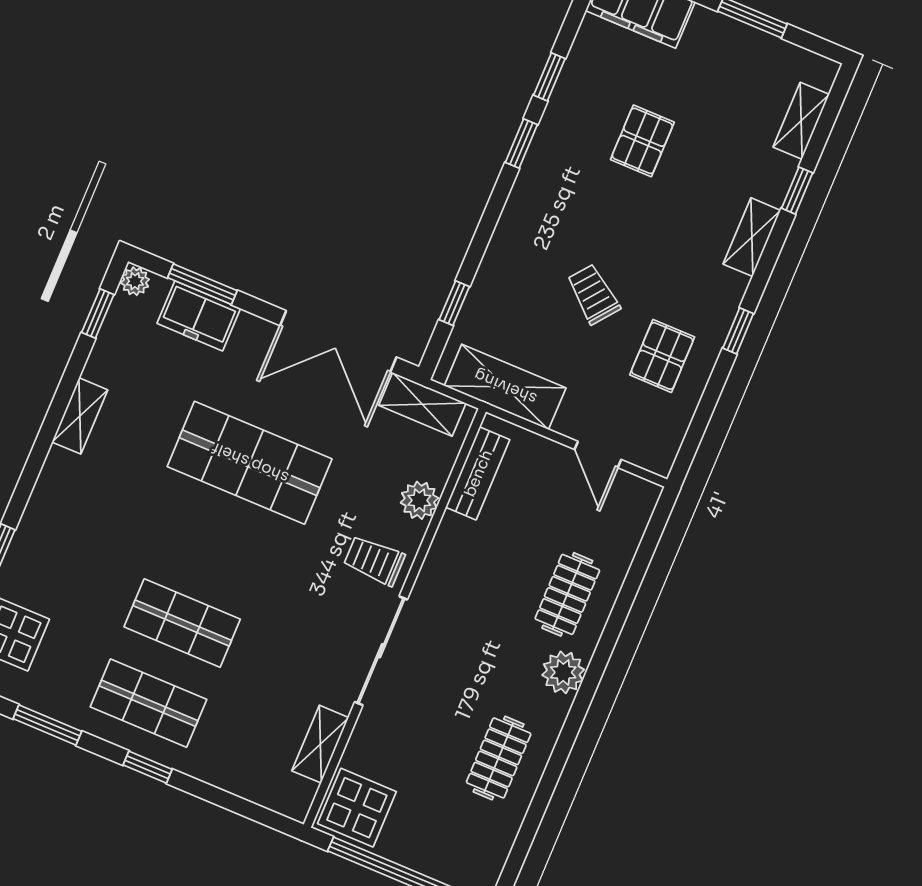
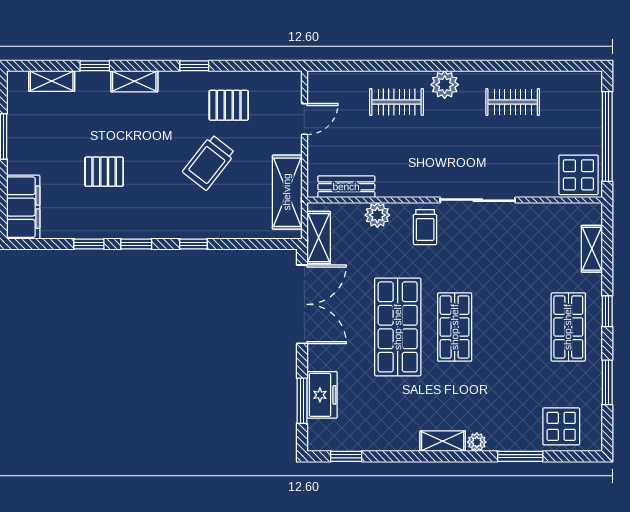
plant: (135, 281) -> (477, 442), moved
trolley: (593, 294) -> (209, 162), width x1.36, depth x1.39
window: (454, 303) -> (193, 244), moved
shelving: (80, 416) -> (443, 441), moved
shop shelf: (182, 623) -> (455, 327), moved
shelving: (320, 744) -> (592, 249), moved, turned 90

